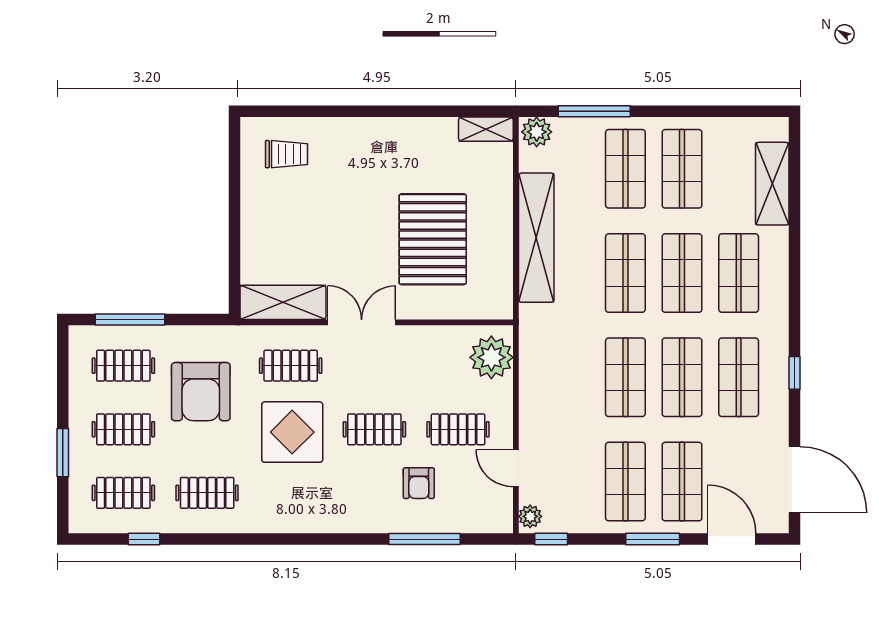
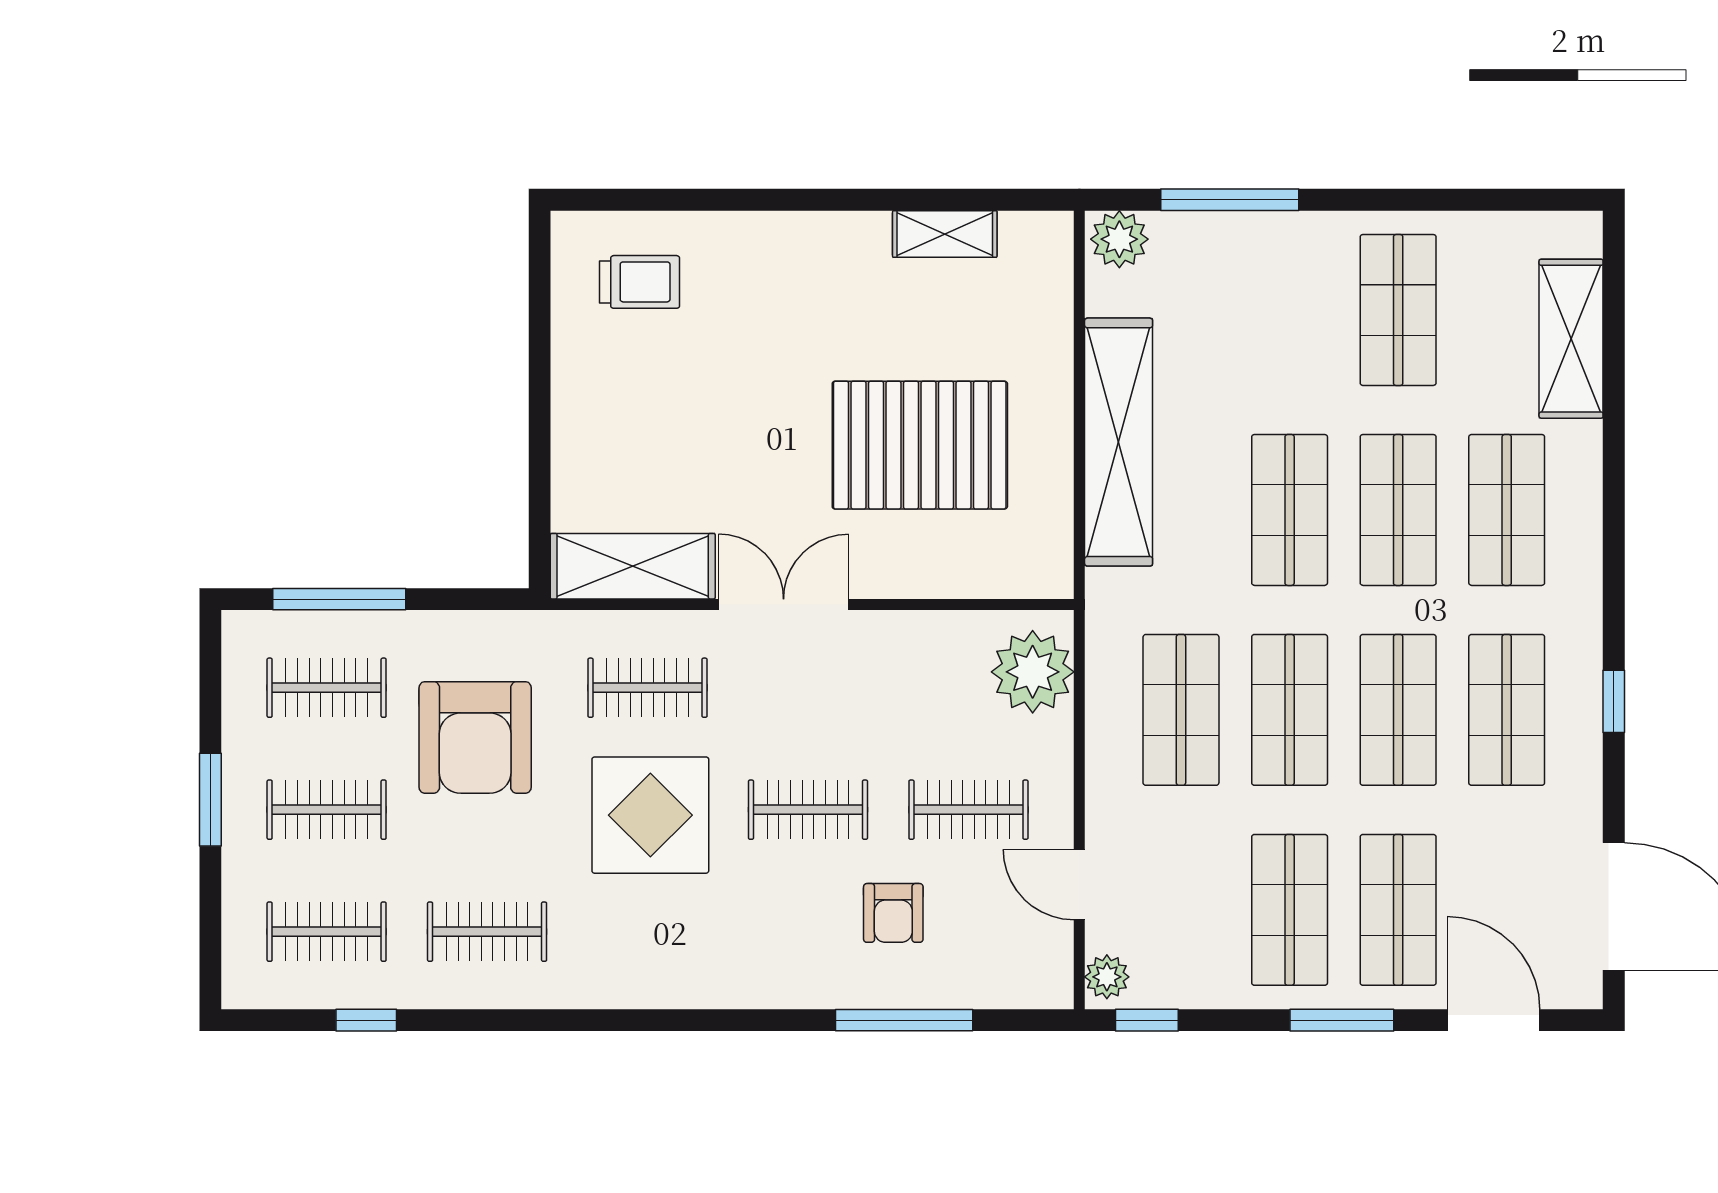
shelving: (486, 129) -> (945, 234), moved
shop shelf: (625, 169) -> (1181, 710), moved
pallet: (433, 239) -> (920, 445), turned 90
window: (63, 453) -> (210, 800), moved

